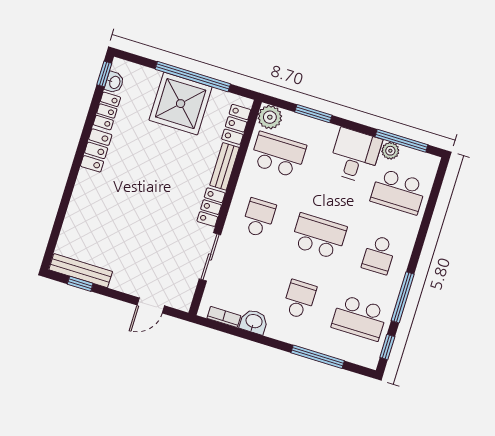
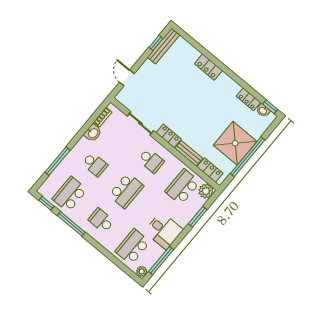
locker: (96, 150) -> (208, 67), moved
plant: (390, 151) -> (142, 271), moved
school desk: (278, 155) -> (183, 187), turned 180

